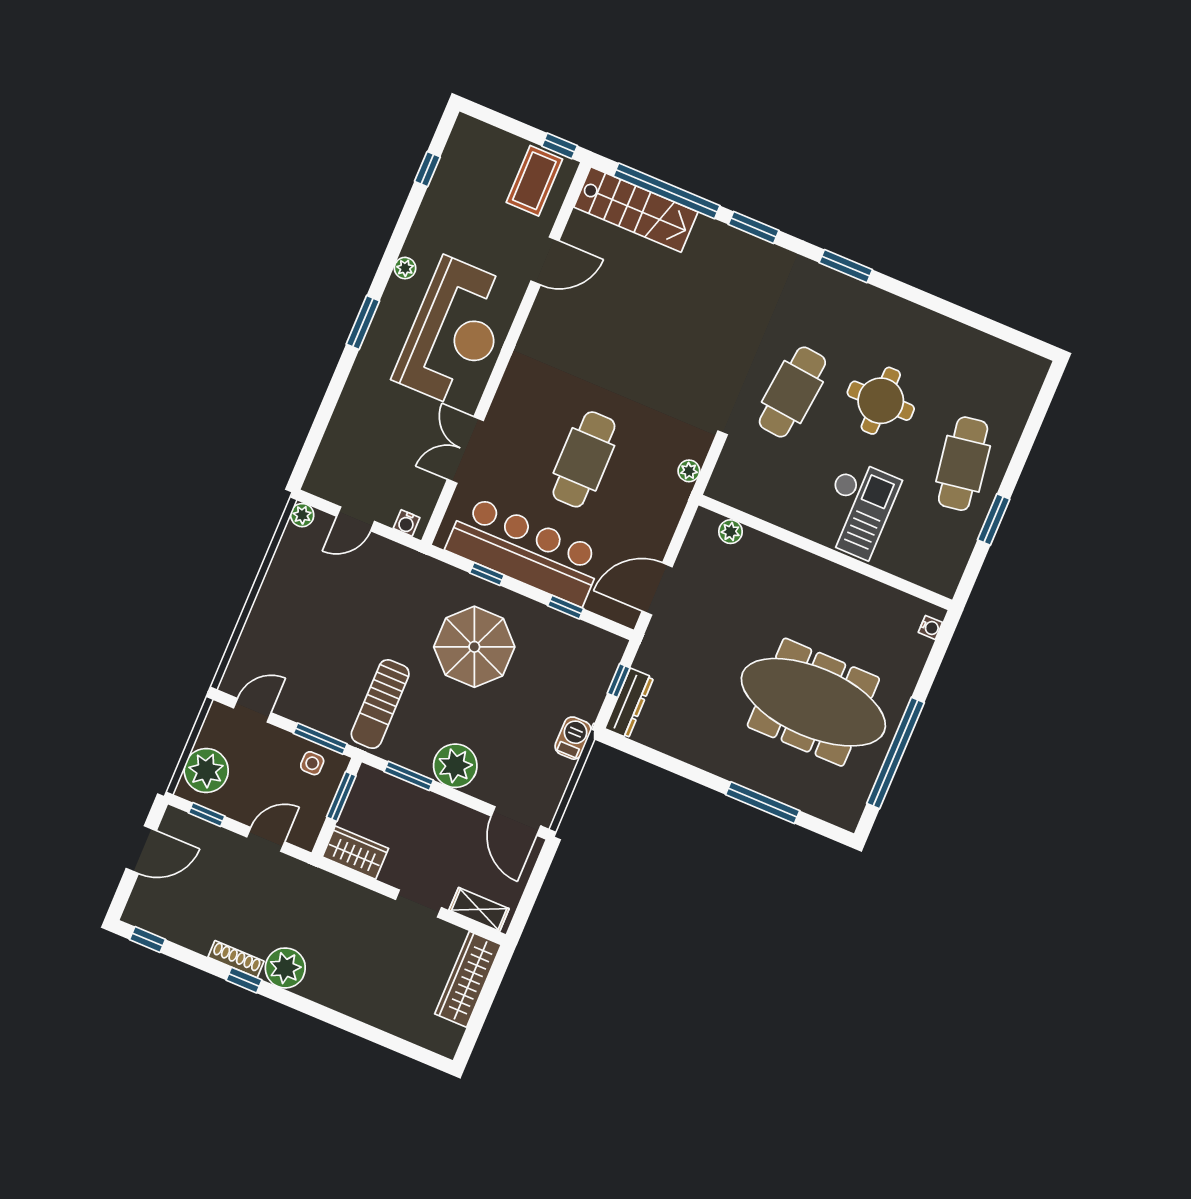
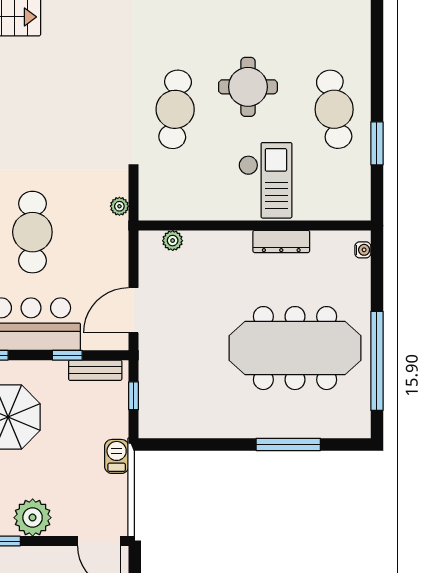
bench: (589, 636) -> (95, 370), added
dresser: (629, 703) -> (281, 241), moved, turned 90

